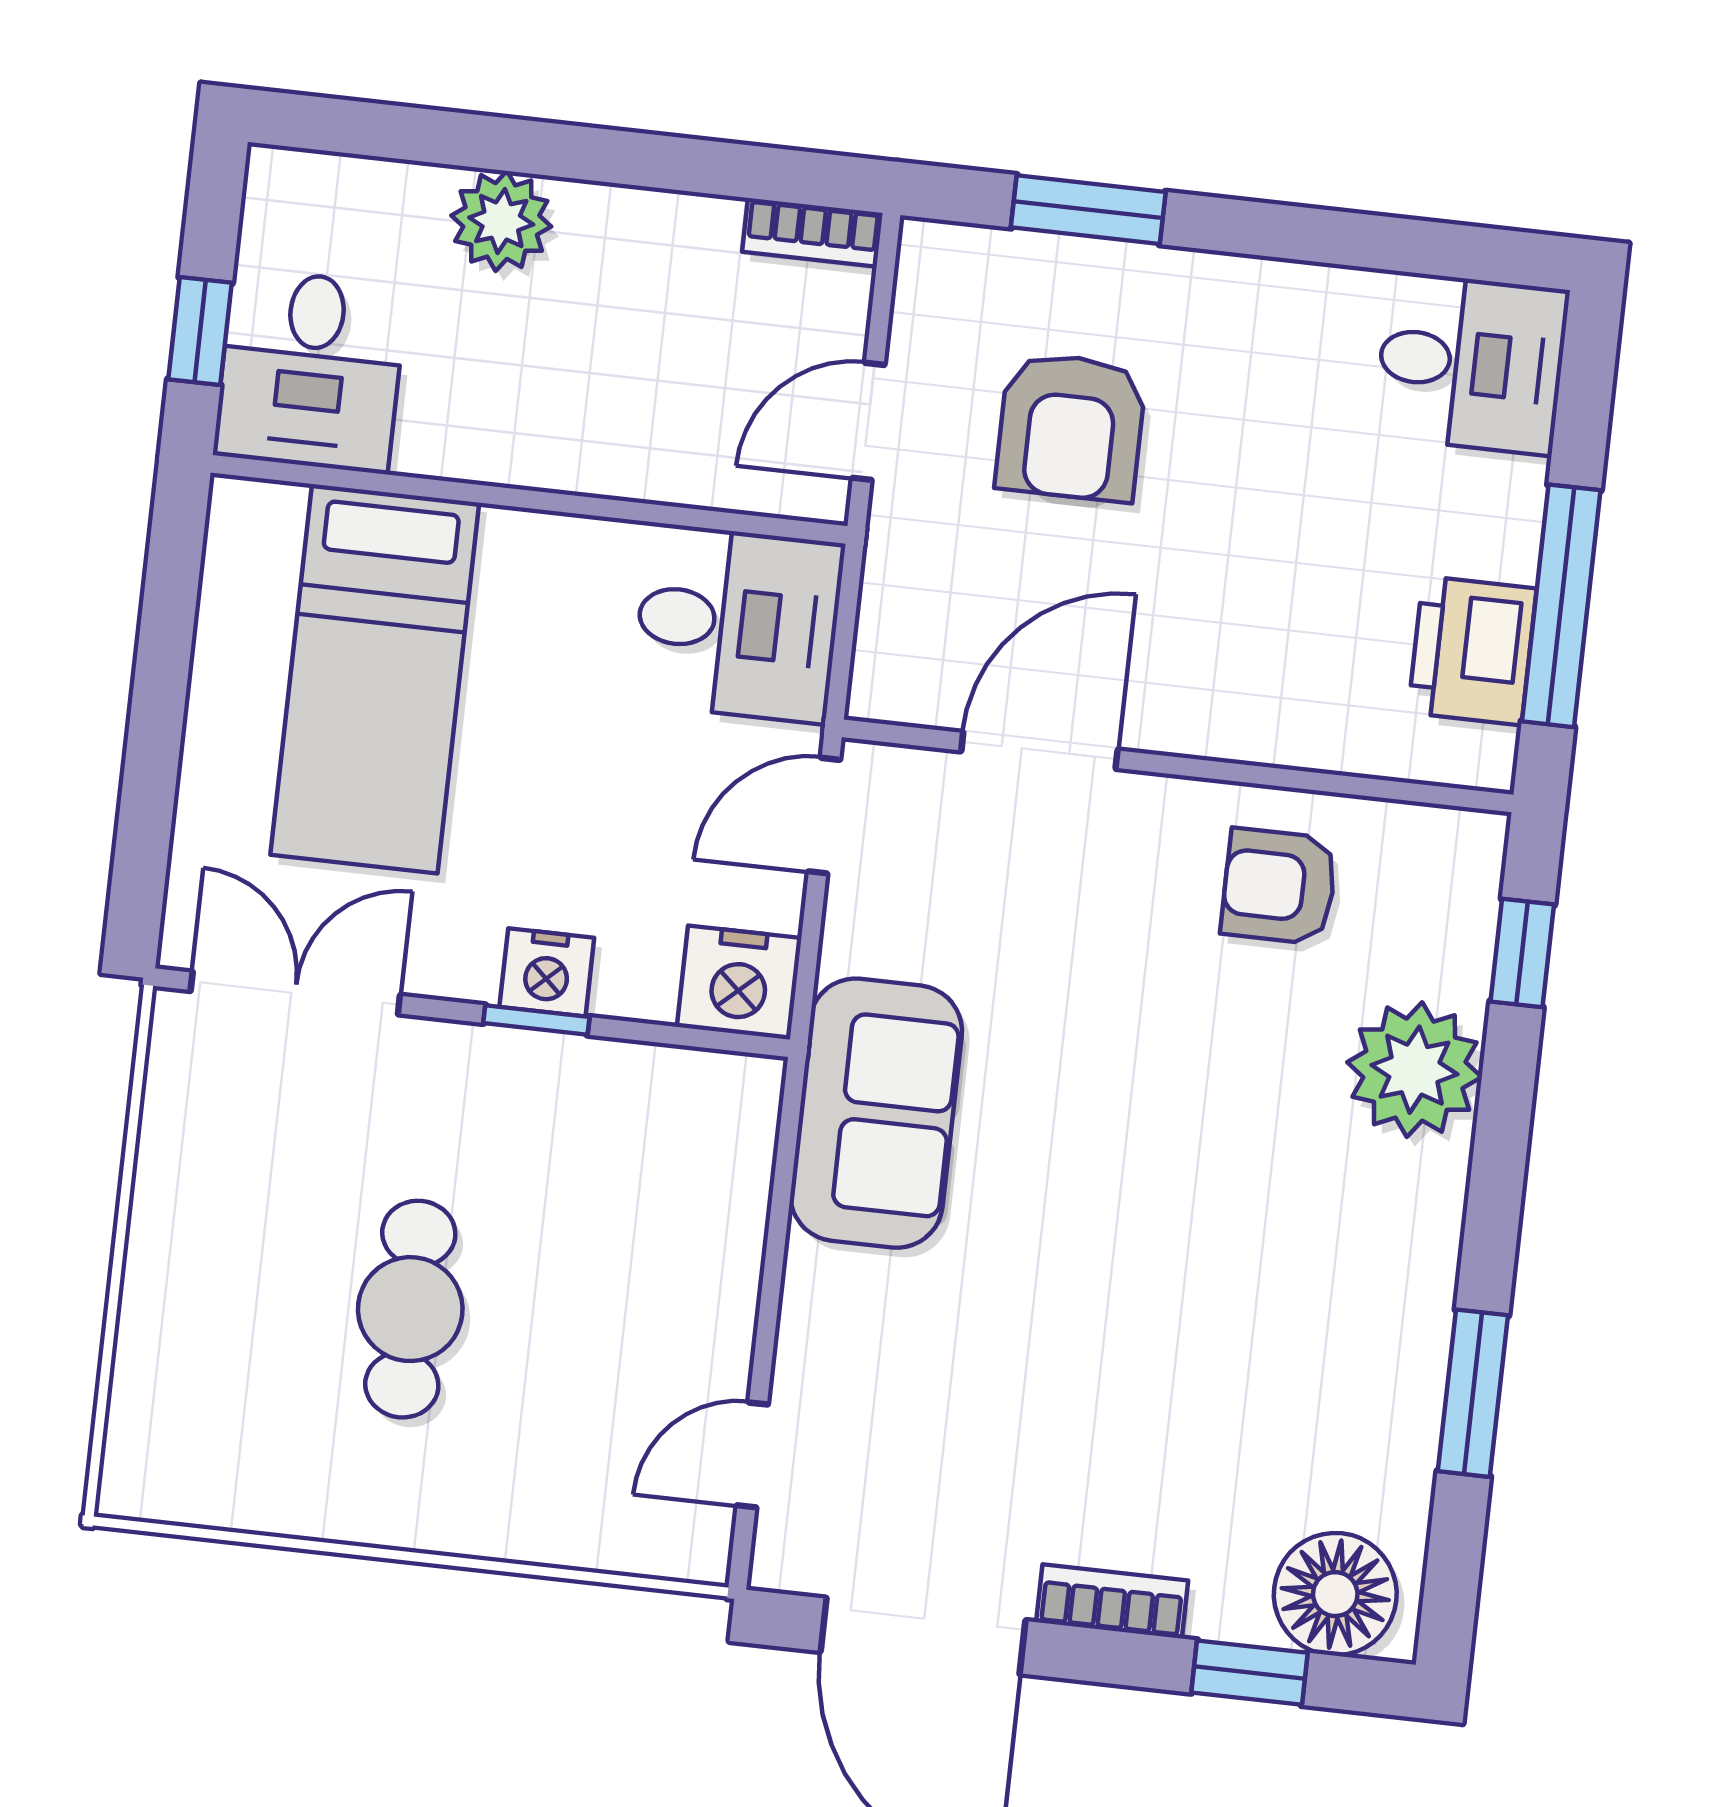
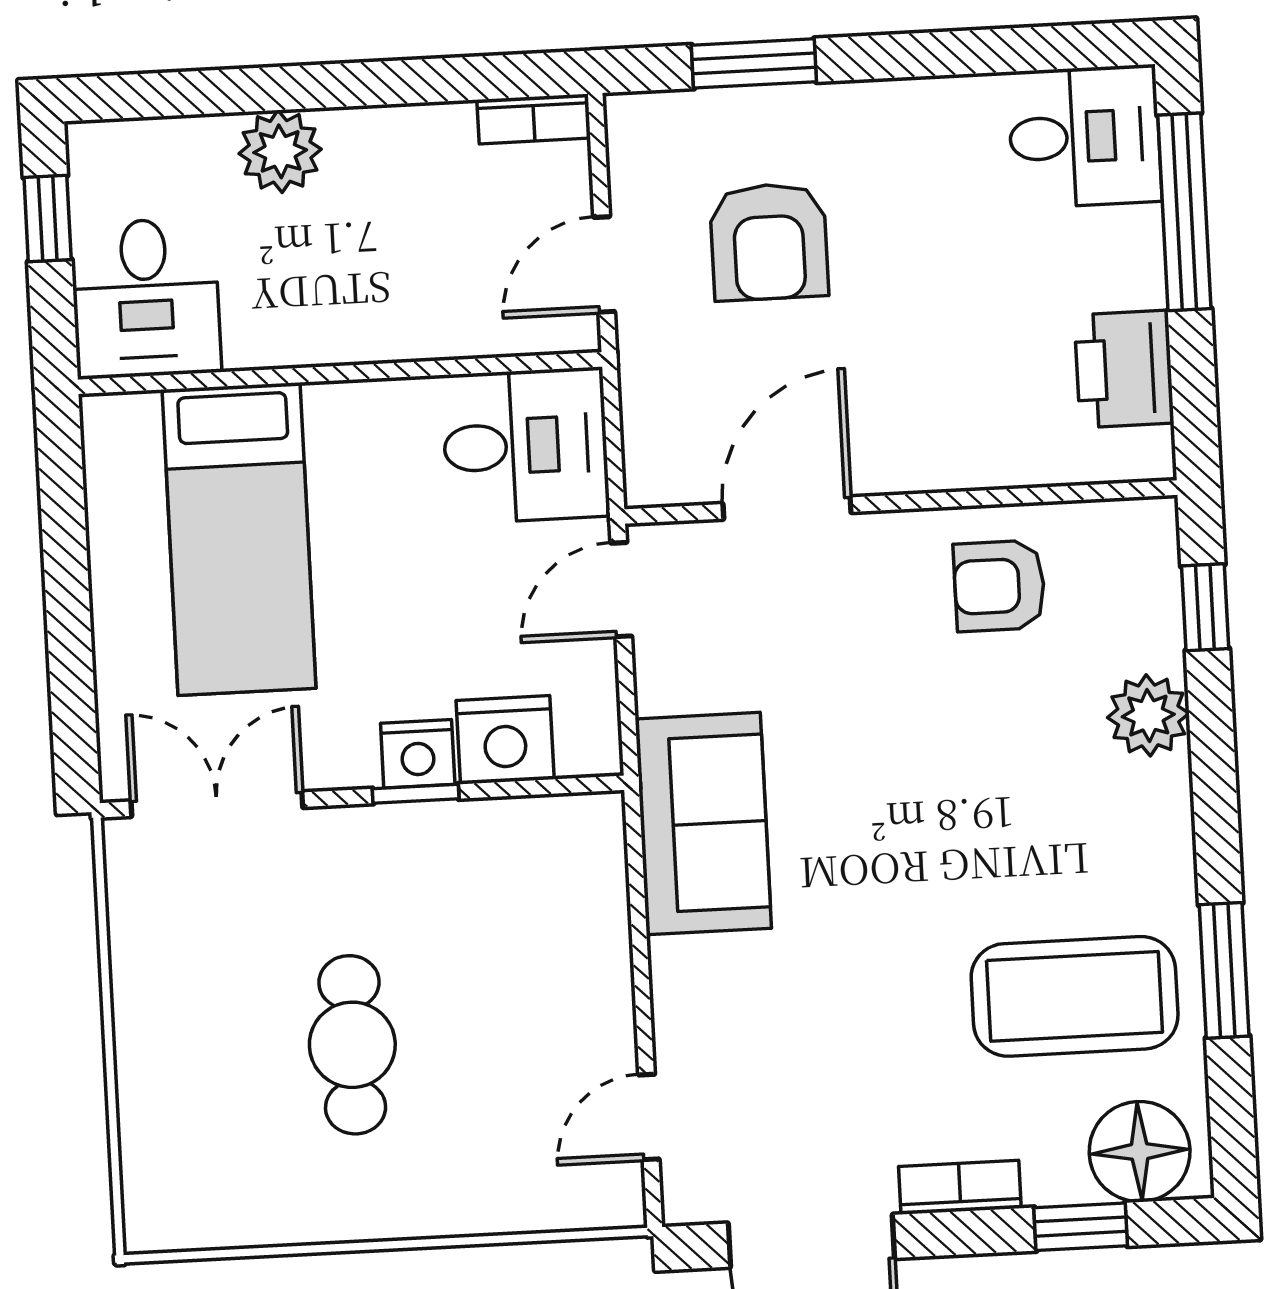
window: (200, 331) -> (48, 218), moved
window: (1561, 606) -> (1184, 212), moved
nightstand: (739, 982) -> (505, 740), moved
plant: (1414, 1070) -> (1148, 715), width x0.73, depth x0.73
coffee table: (1288, 1395) -> (1075, 996), added

